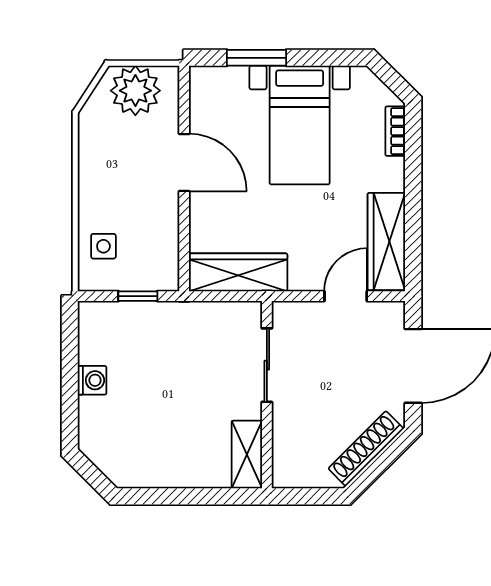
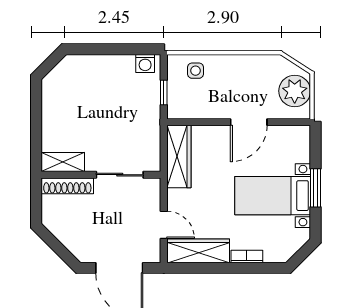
window: (257, 58) -> (316, 188), moved
bookcase: (395, 131) -> (247, 256), moved
washing machine: (92, 380) -> (145, 63), moved
shoe rack: (366, 449) -> (67, 186), moved, turned 135

